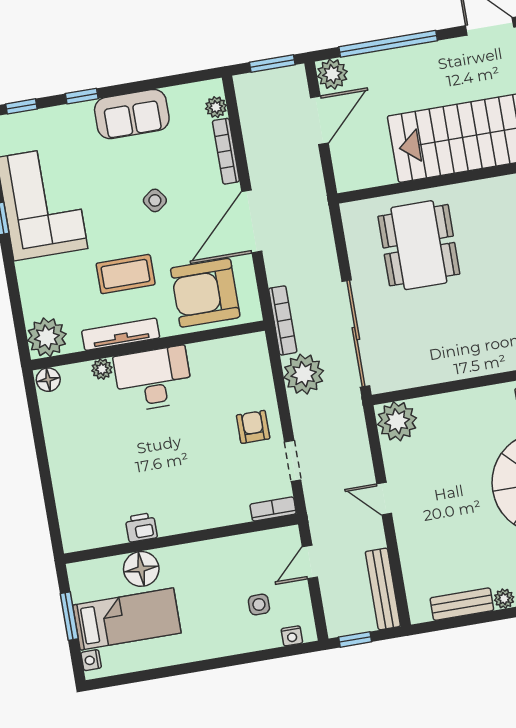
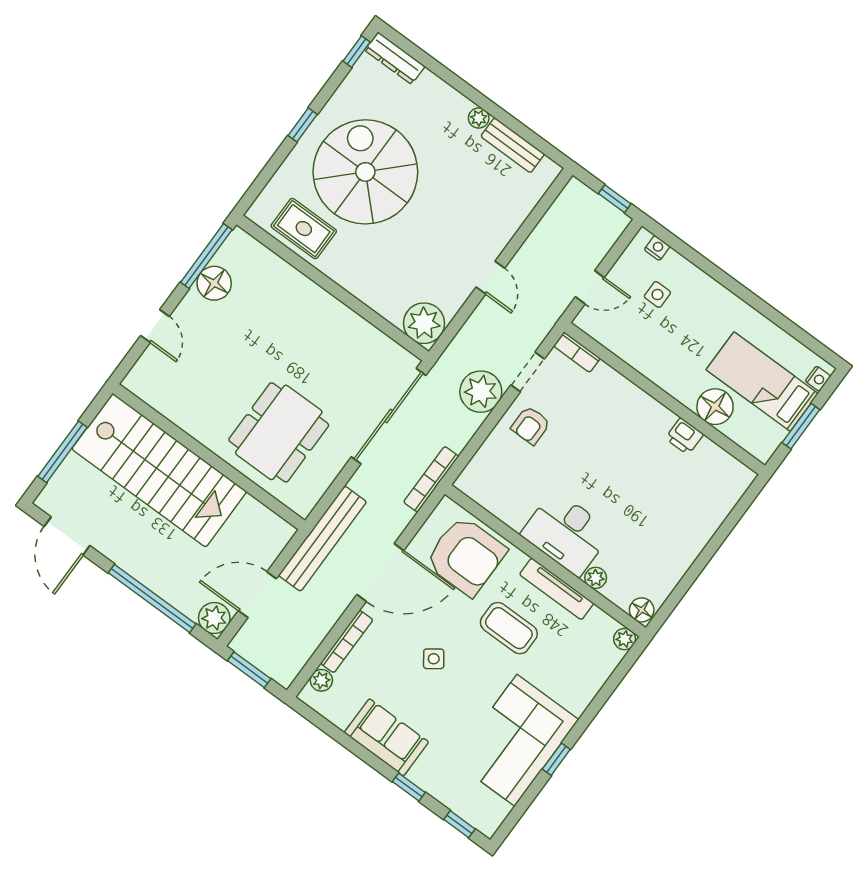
plant: (47, 337) -> (625, 639), width x0.53, depth x0.53
plant: (304, 374) -> (481, 392), moved
bench: (383, 589) -> (323, 539), moved, width x1.37, depth x1.21

